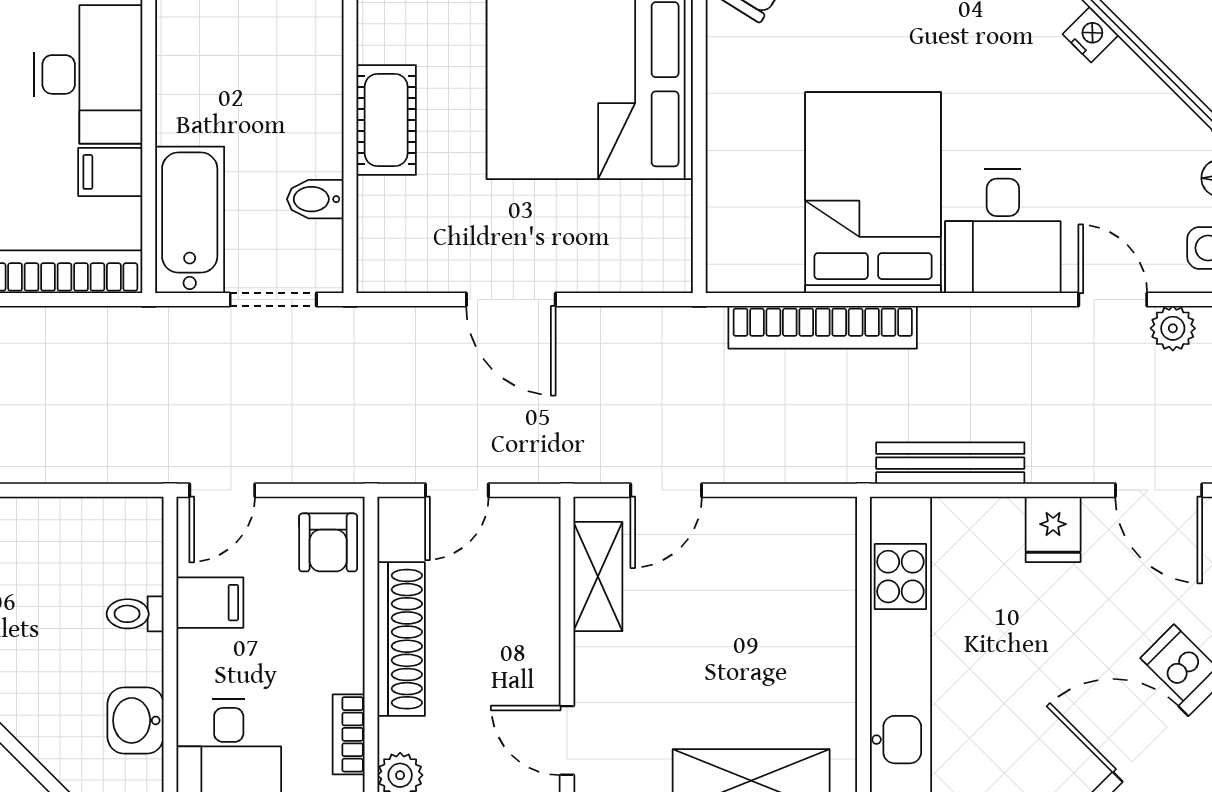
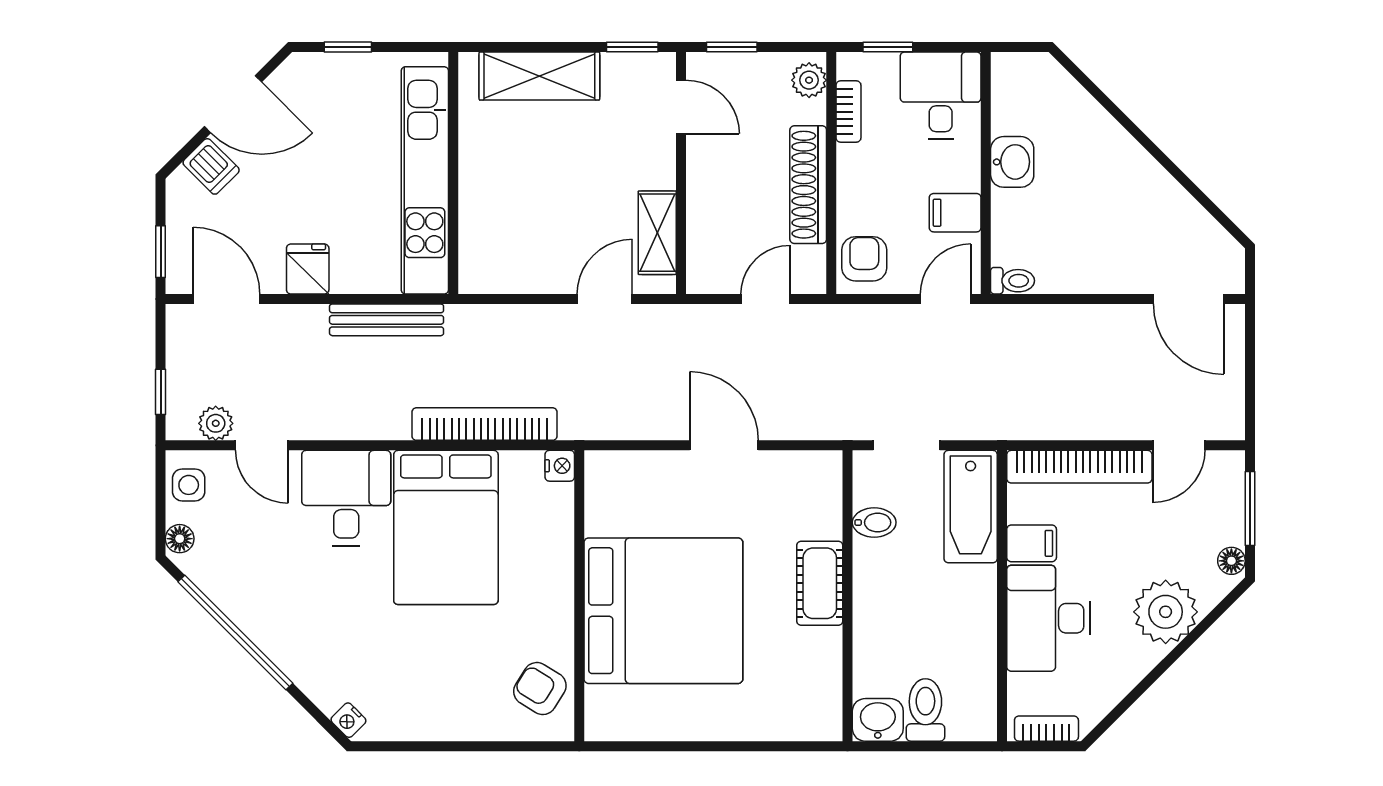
nightstand: (1090, 35) -> (560, 466), moved, turned -135
toilet: (135, 614) -> (1013, 281), moved
washbasin: (136, 720) -> (1012, 162), moved

